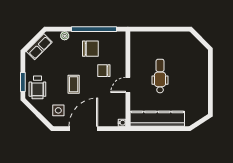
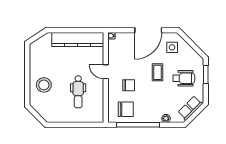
chair: (90, 49) -> (126, 109), moved, turned 180
stool: (193, 71) -> (44, 85), added
dental chair: (160, 76) -> (78, 92), moved
door: (128, 85) -> (106, 72), swing flipped
wheelchair: (37, 87) -> (184, 78), moved, turned 90

